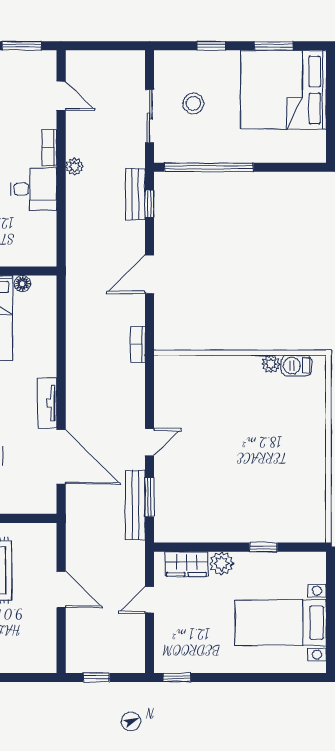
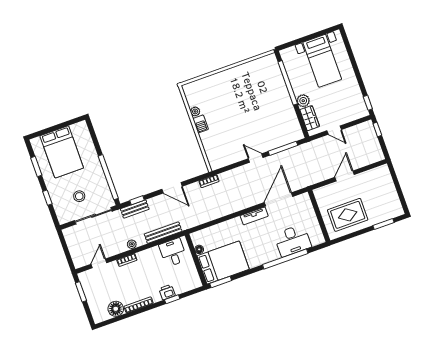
bed: (284, 90) -> (62, 152), width x0.73
sliding door: (149, 116) -> (93, 216), width x1.37
desk: (34, 189) -> (173, 252), moved
barbecue: (297, 366) -> (201, 124), moved
window: (149, 497) -> (283, 148), width x1.44
bench: (135, 505) -> (163, 233), moved
window: (263, 547) -> (288, 83), width x3.17
window: (96, 677) -> (377, 129), moved

